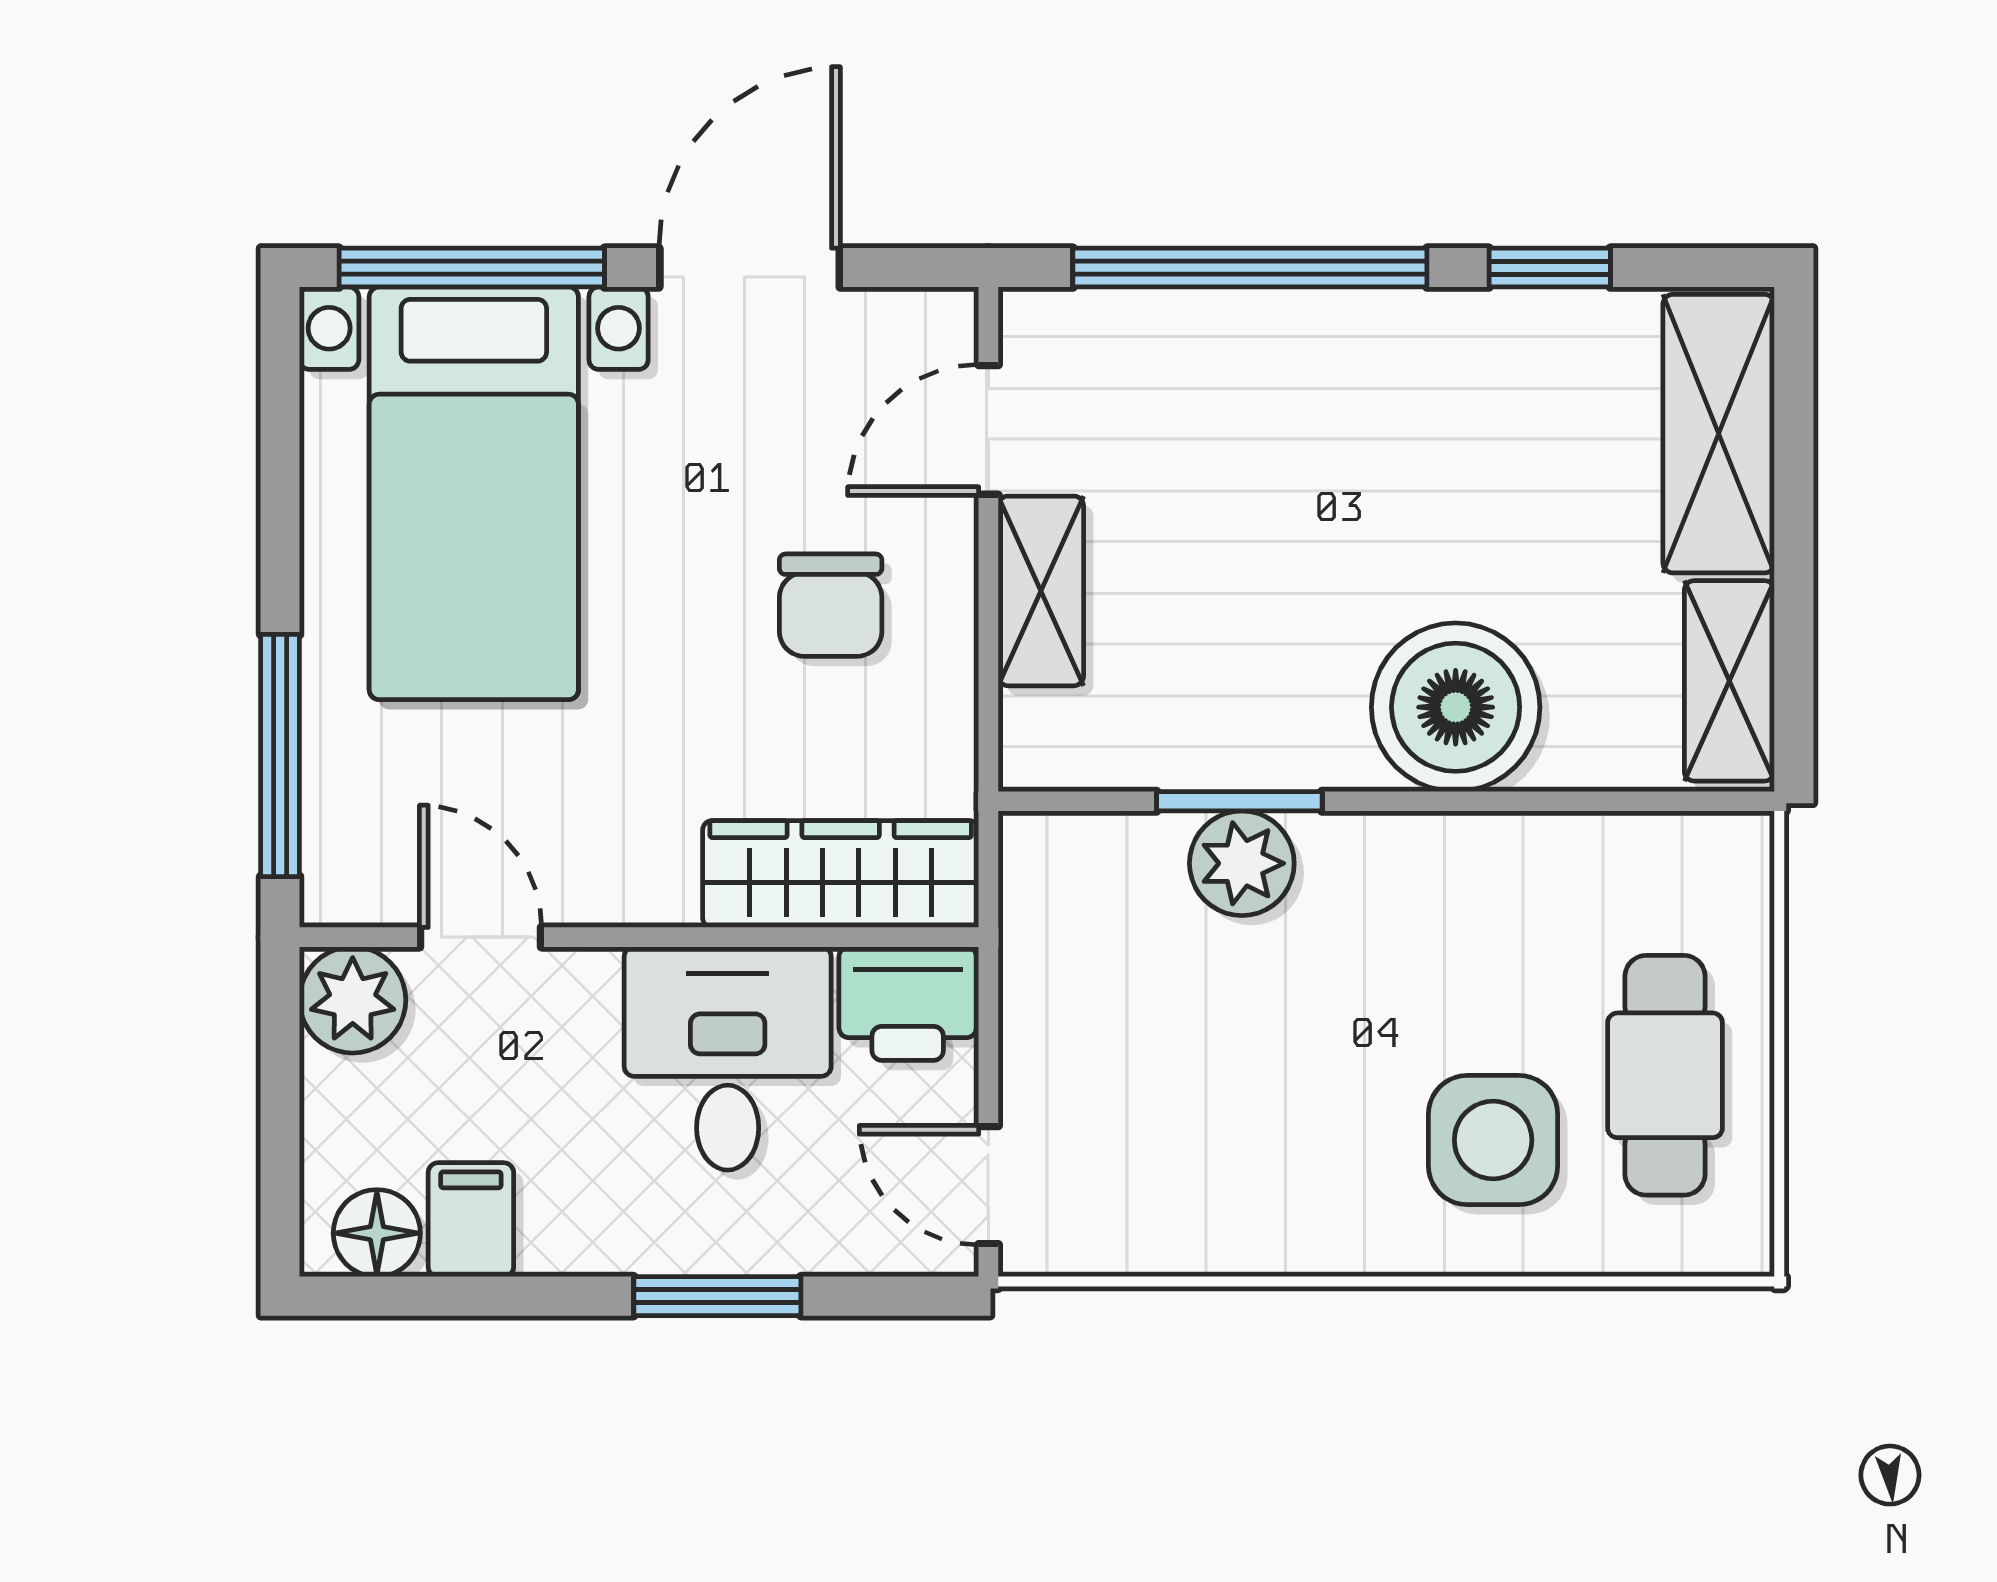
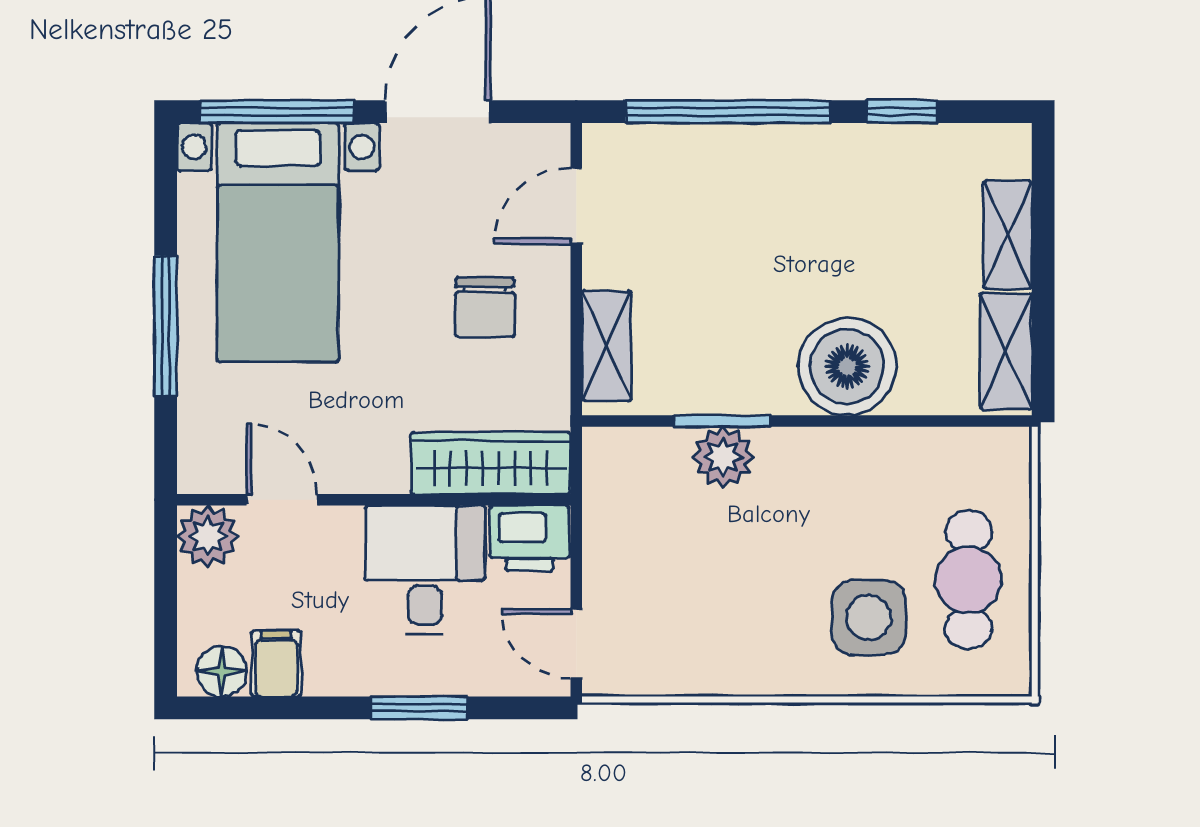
shelving: (1719, 434) -> (1008, 235), width x0.67, depth x0.75
shelving: (1041, 591) -> (607, 346), moved
window: (280, 755) -> (166, 326), moved

